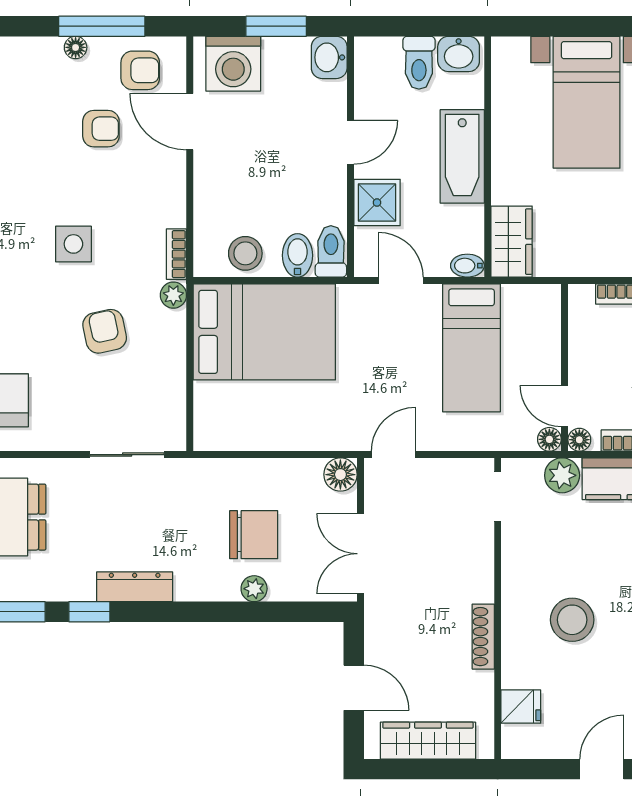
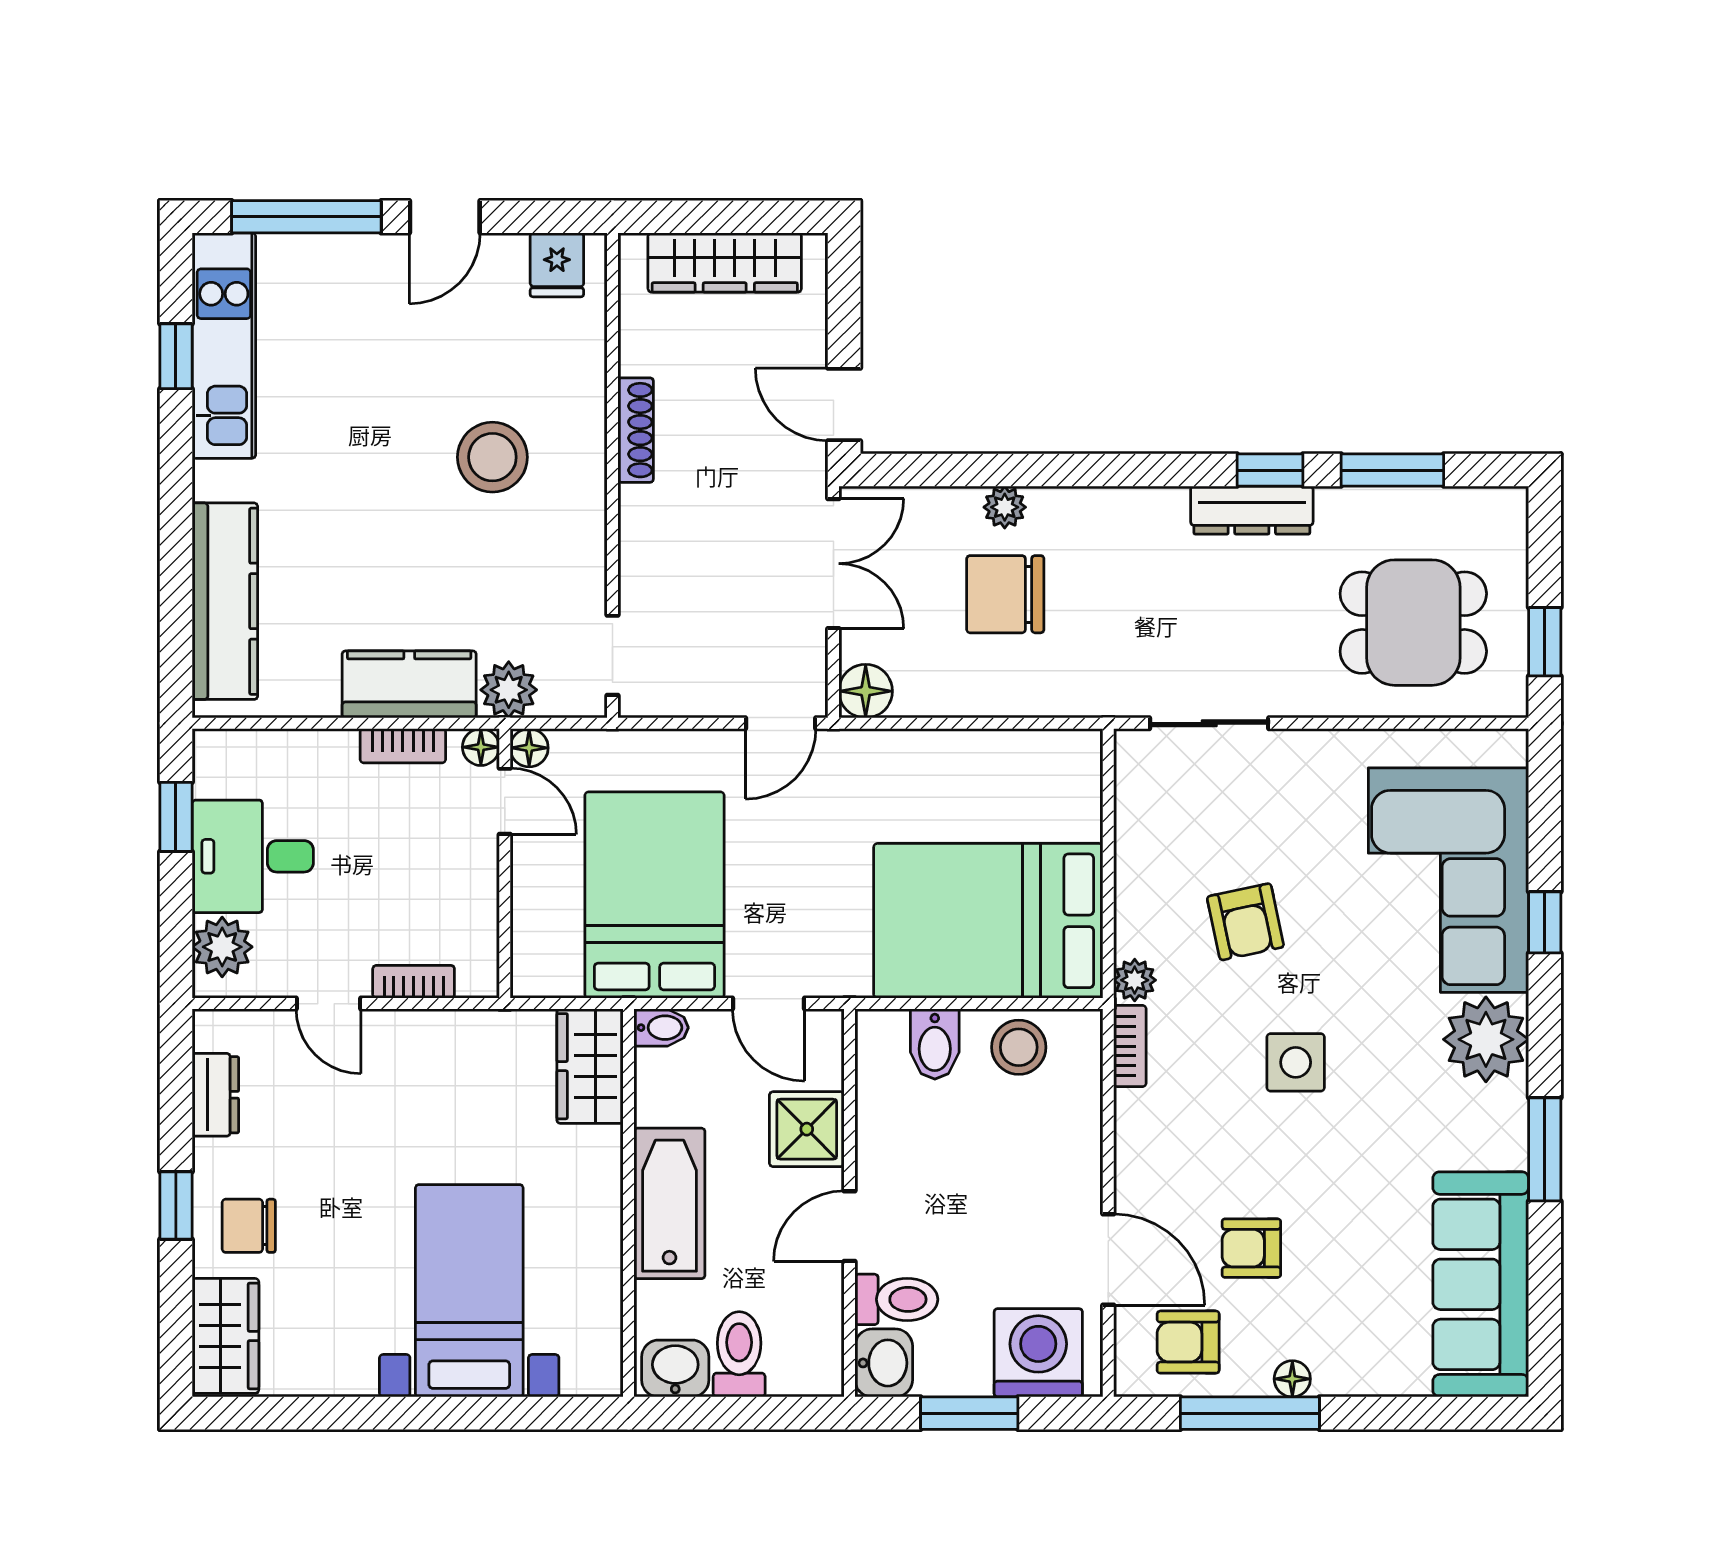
toilet: (331, 251) -> (896, 1299), moved, turned -90
bed: (472, 348) -> (654, 895), width x1.50
dresser: (135, 587) -> (1252, 510), moved
door: (354, 688) -> (844, 405), moved
fridge: (521, 707) -> (557, 265), moved, turned -90

